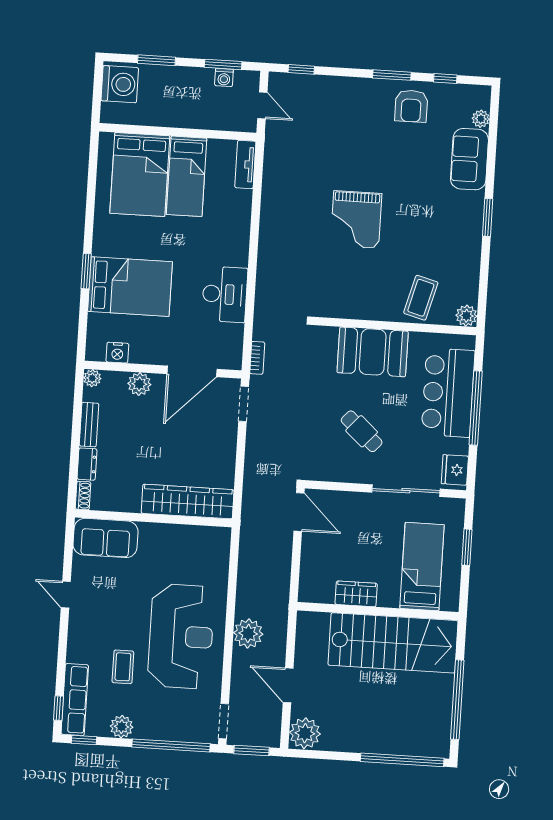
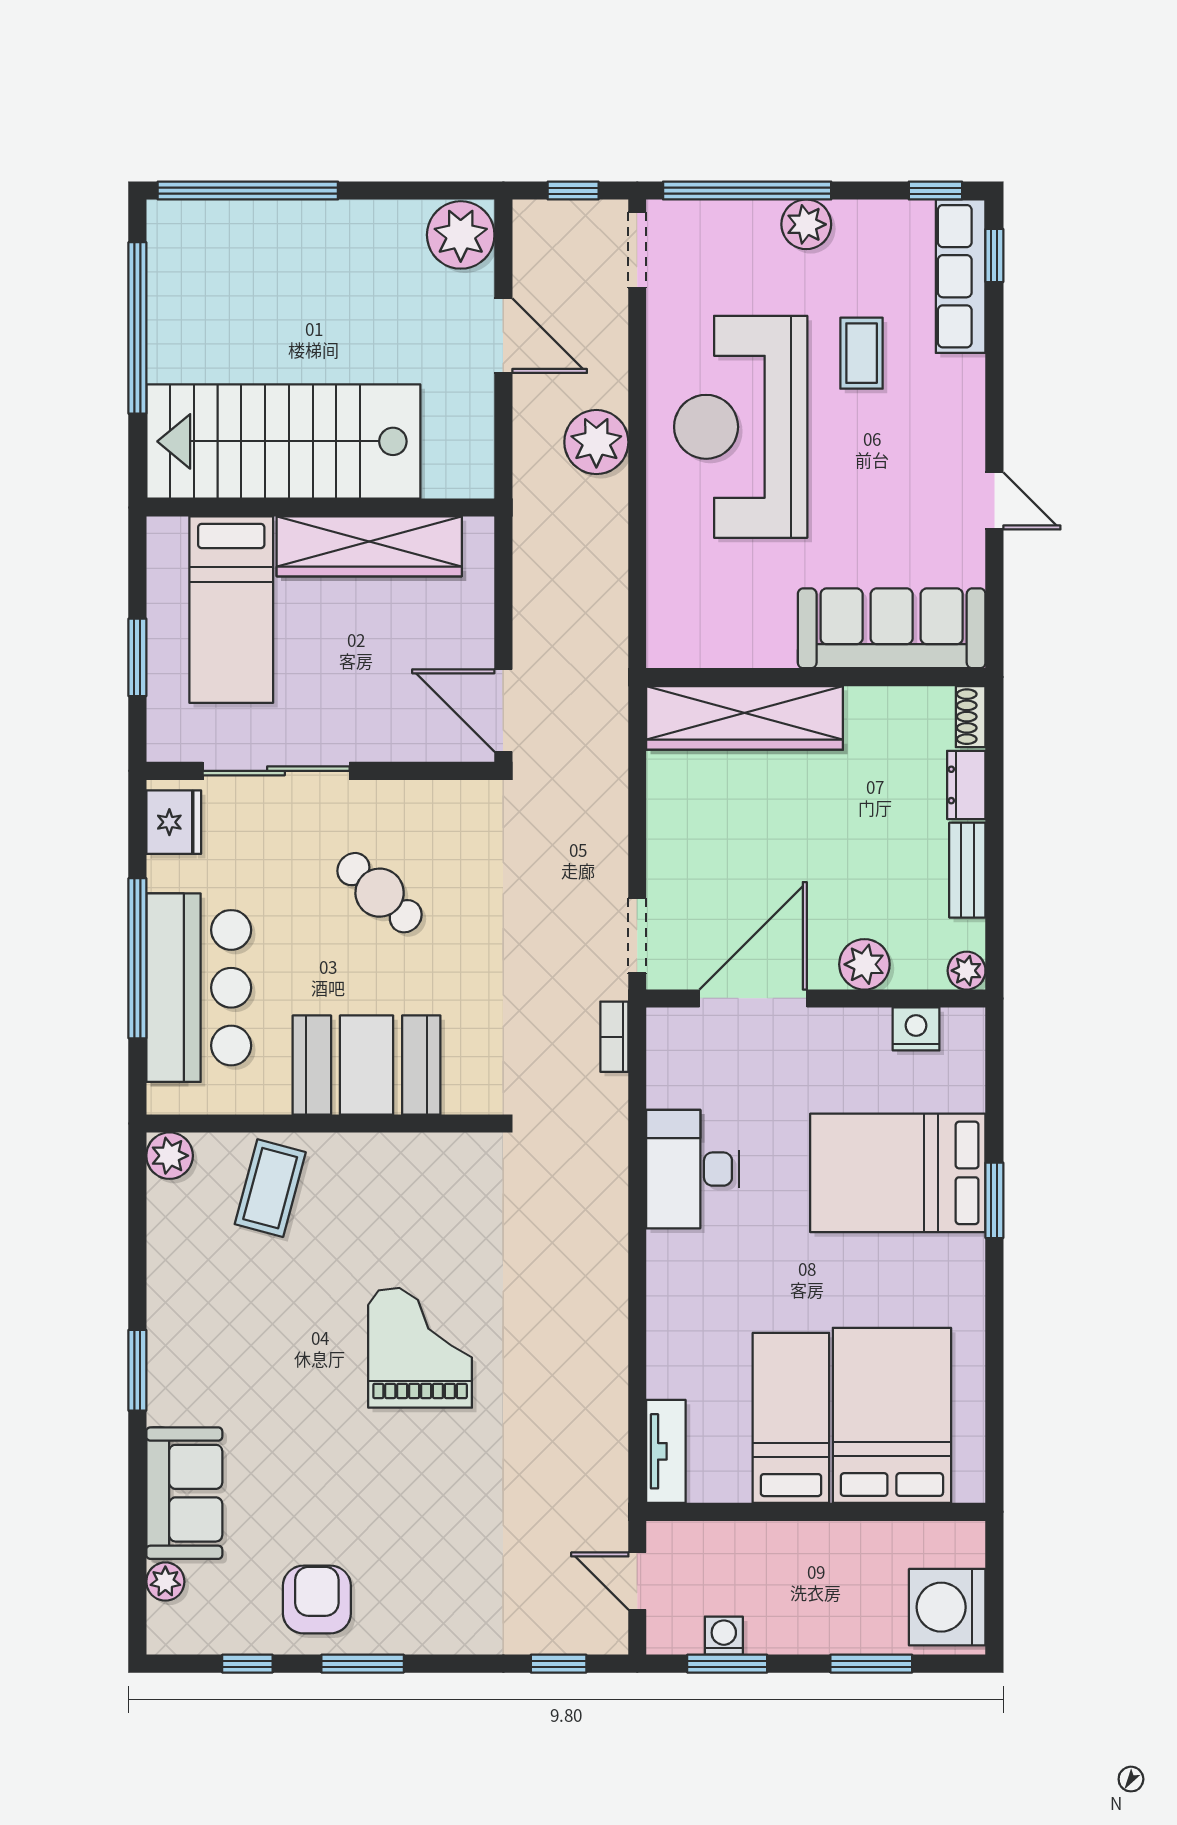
sofa: (105, 538) -> (892, 628), width x1.36
wardrobe: (356, 594) -> (369, 546), width x2.10, depth x1.17
plant: (122, 727) -> (806, 224), moved
window: (252, 750) -> (573, 191), width x0.67

